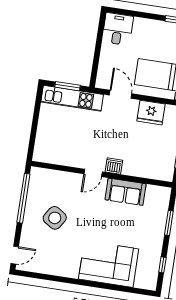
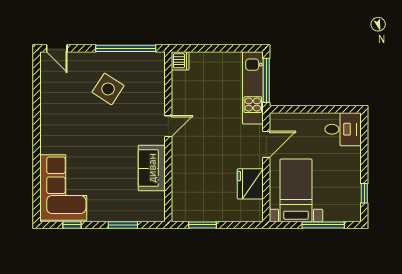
window: (68, 86) -> (266, 80), width x1.44
dishwasher: (114, 166) -> (180, 61), moved
door: (93, 173) -> (168, 126), swing flipped
corner sofa: (109, 264) -> (63, 187), moved

